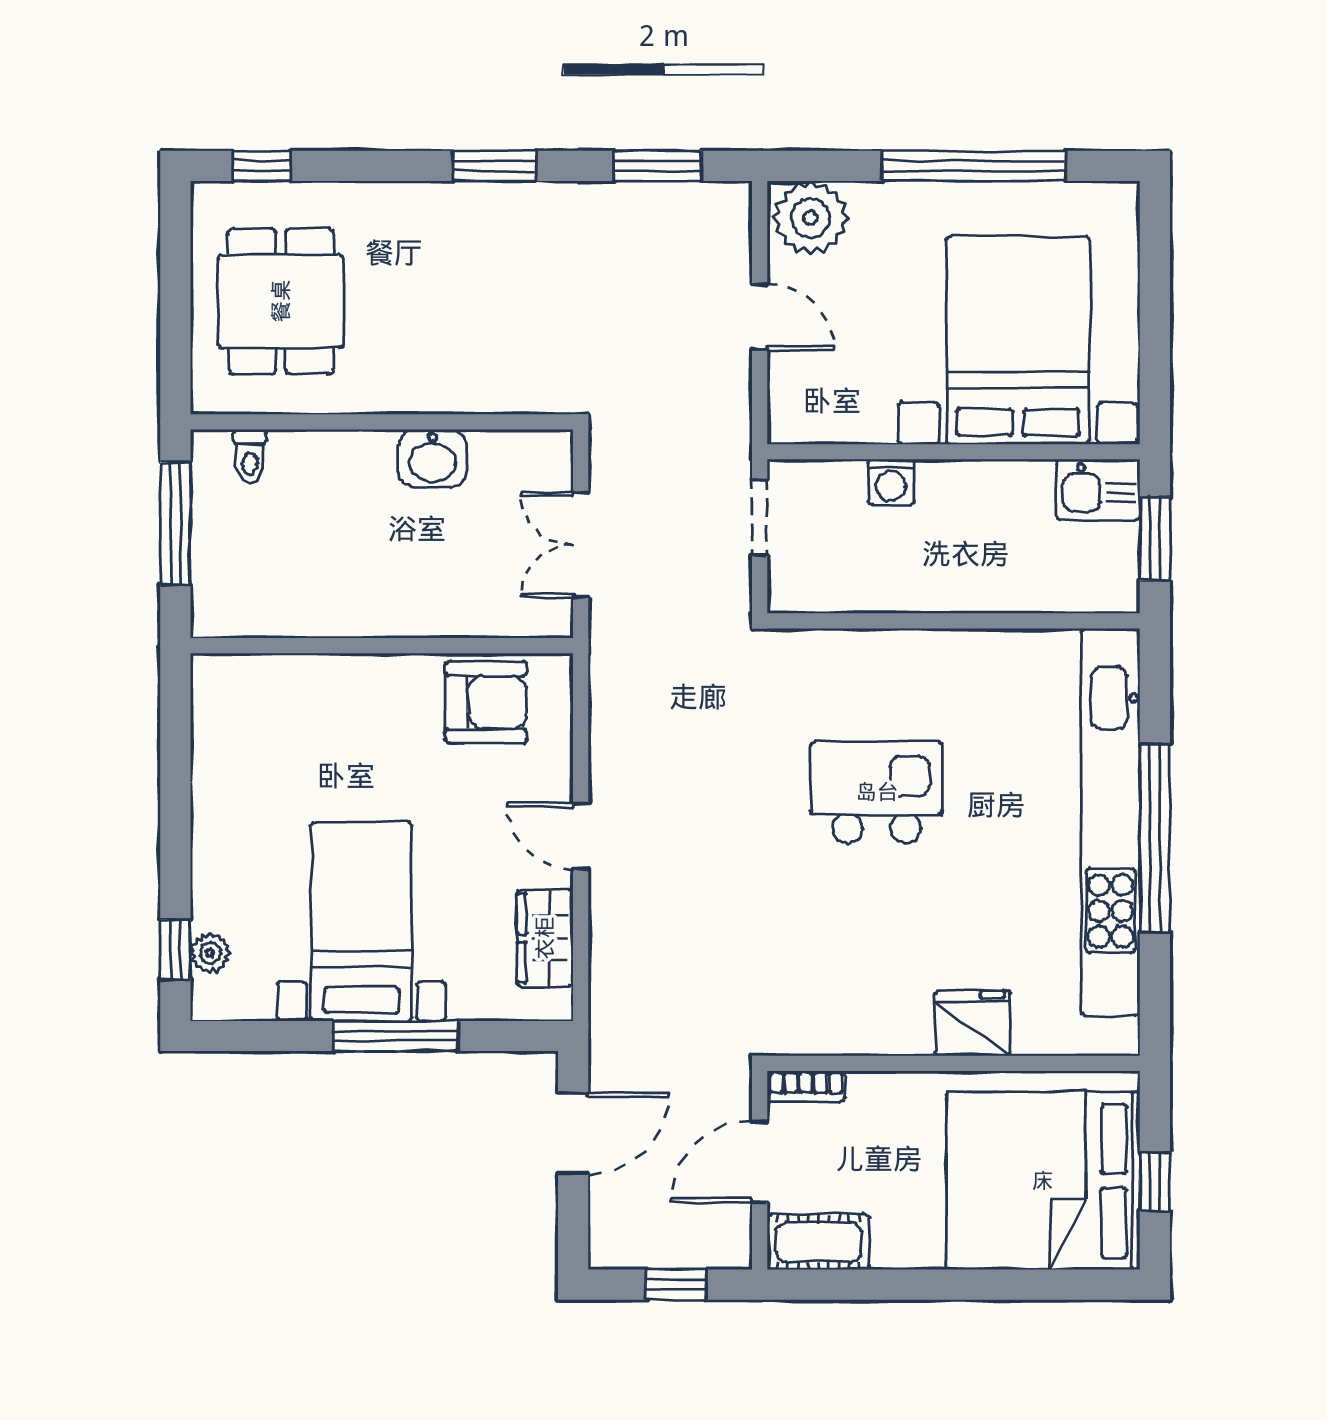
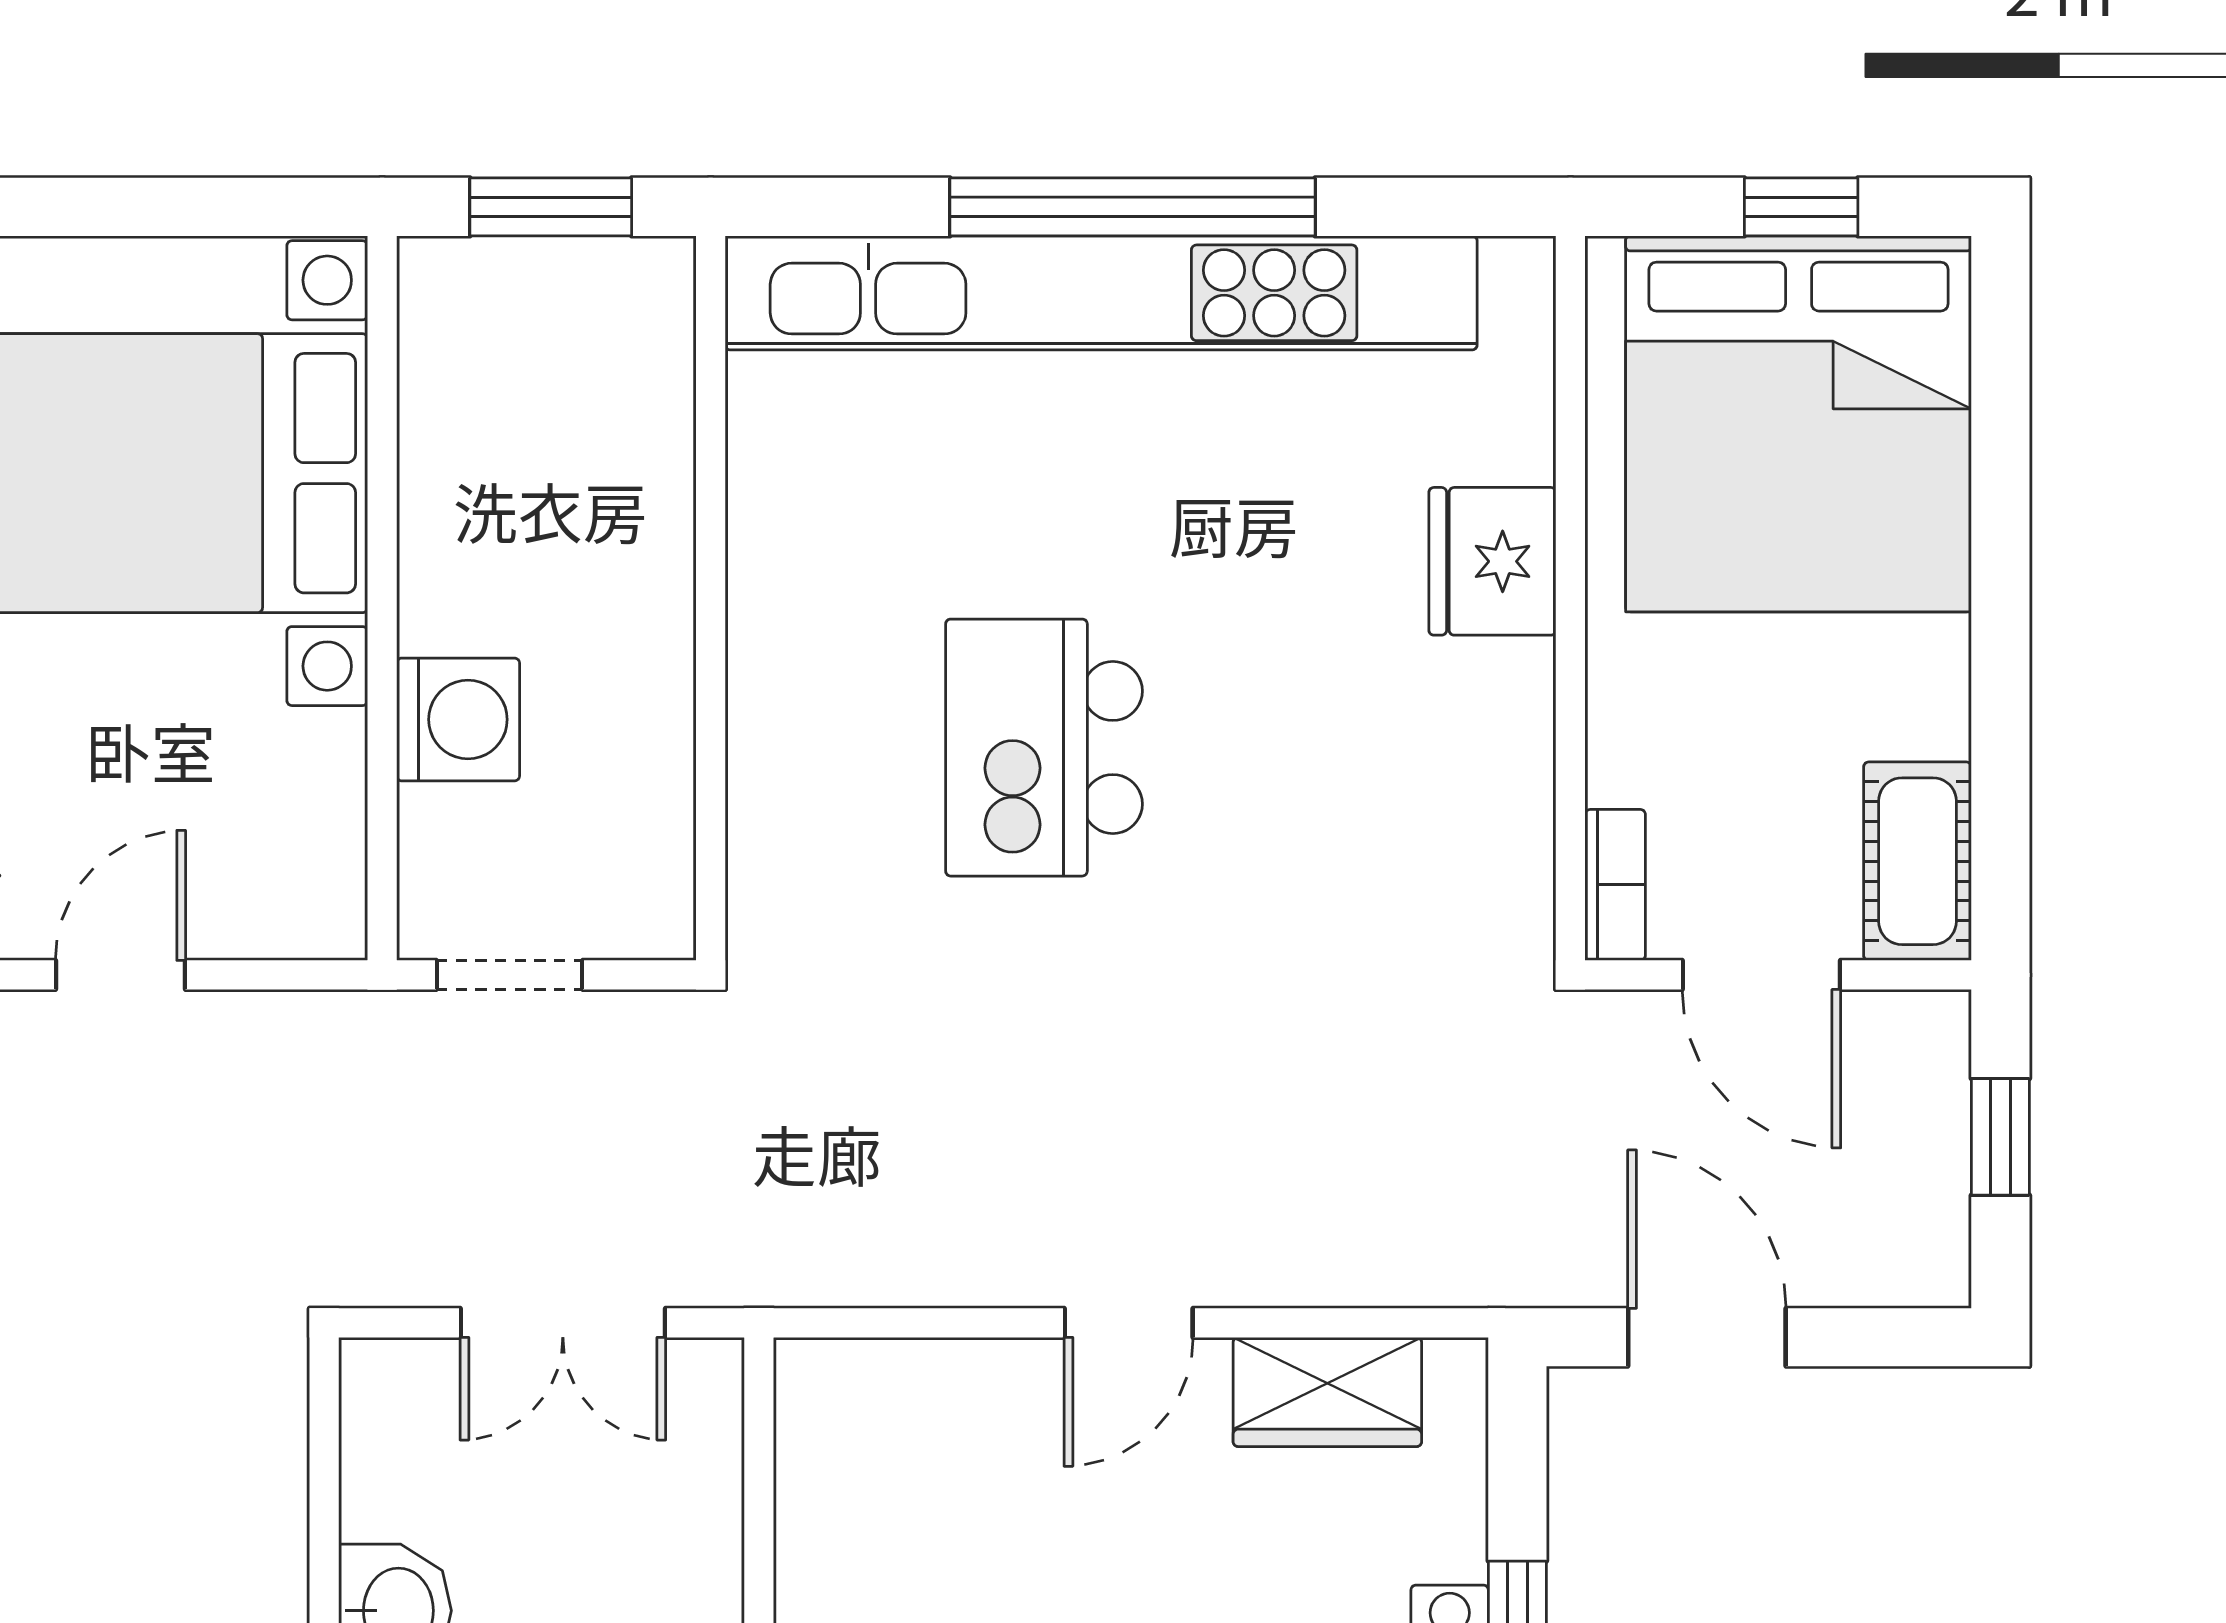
washing machine: (891, 482) -> (458, 719), width x1.38, depth x1.38
kitchen sink: (1098, 490) -> (456, 317), removed
armchair: (486, 702) -> (869, 1507), removed

